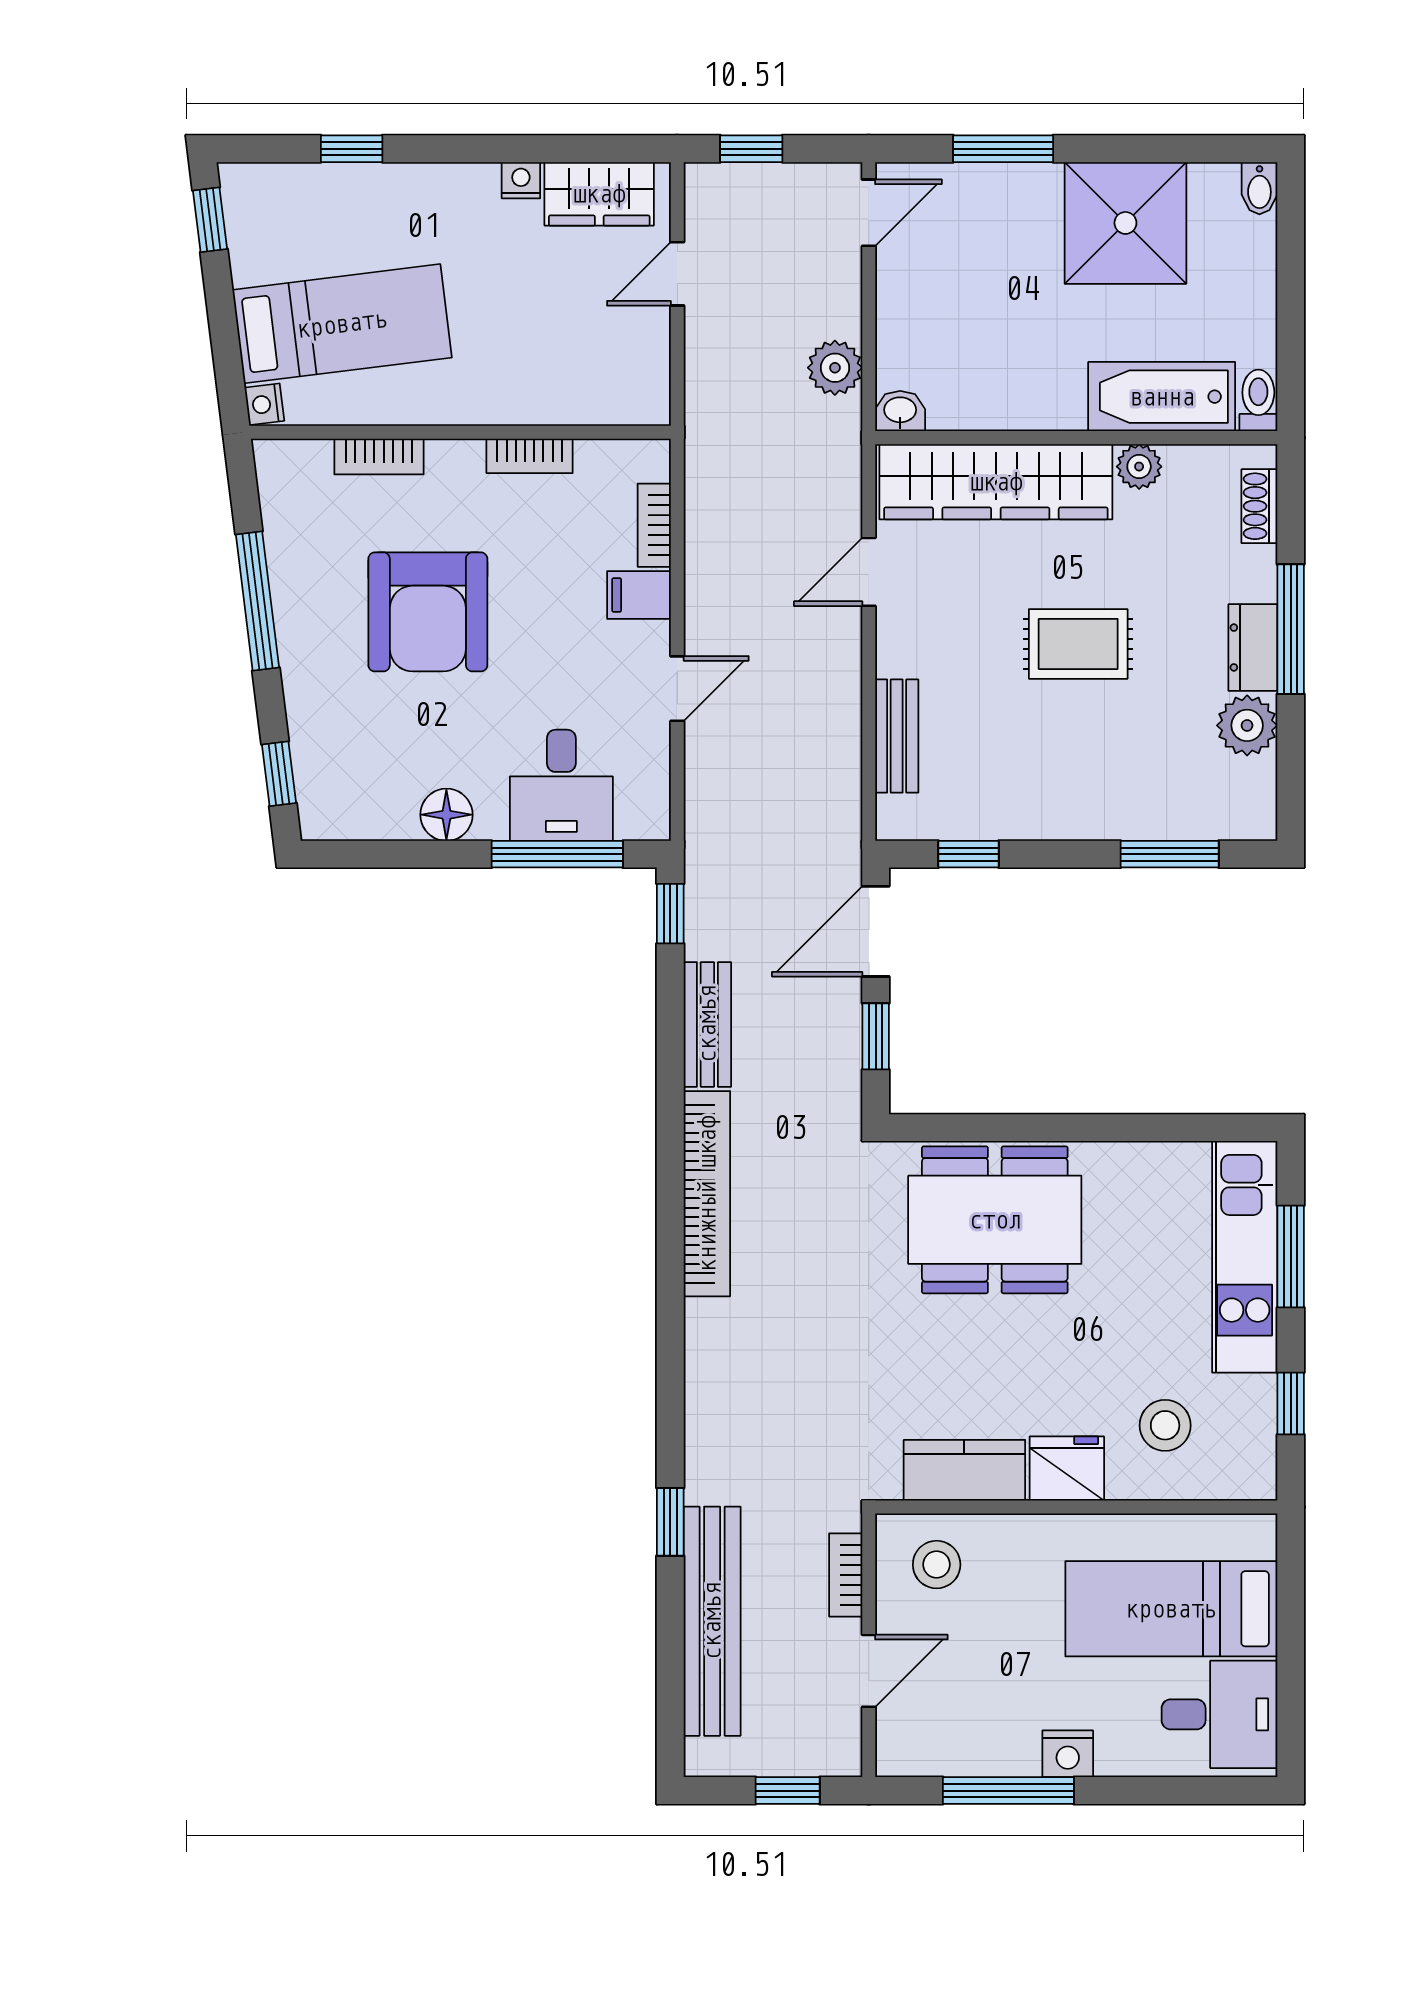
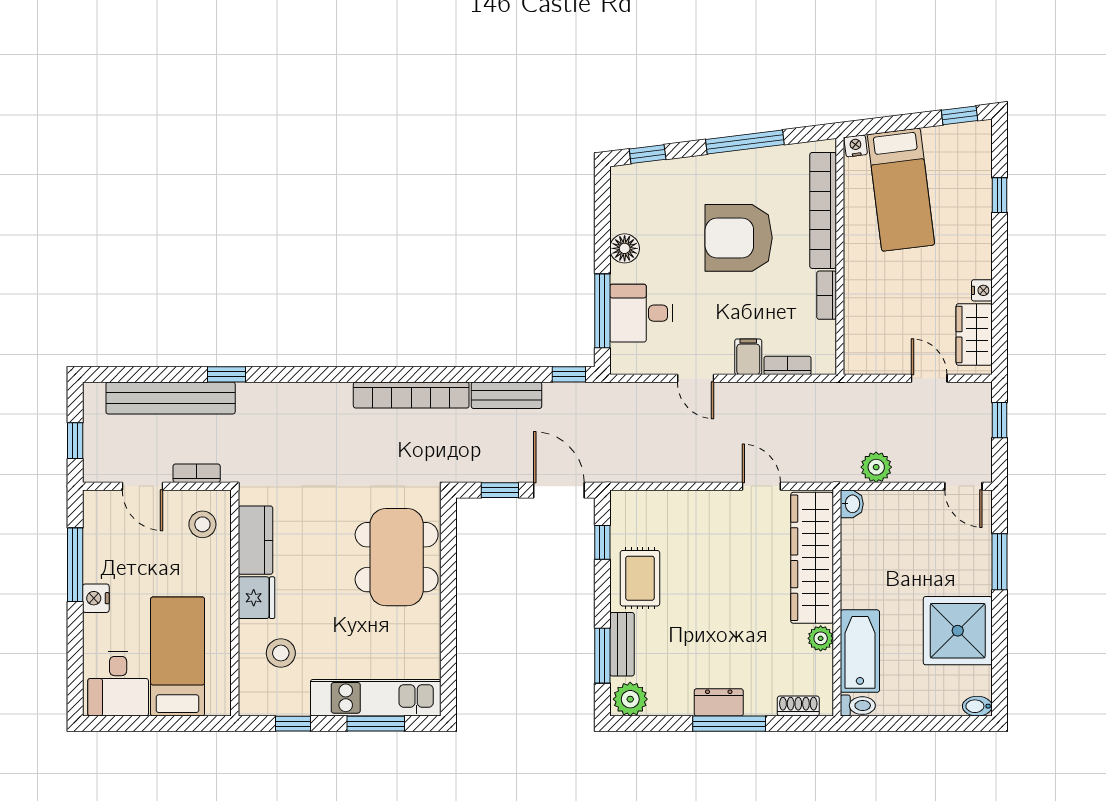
bookcase: (379, 457) -> (823, 210), width x2.31, depth x1.31
rug: (1078, 644) -> (640, 578), moved
plant: (1247, 725) -> (630, 699), moved
bench: (897, 736) -> (622, 644), moved, turned 90

